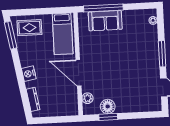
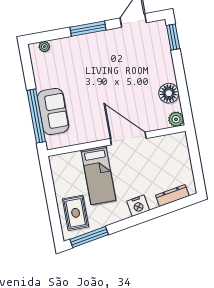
bed: (63, 34) -> (98, 175), moved, turned 90
door: (79, 73) -> (128, 138), swing flipped
plant: (87, 98) -> (176, 119), moved
window: (108, 117) -> (173, 37), moved

